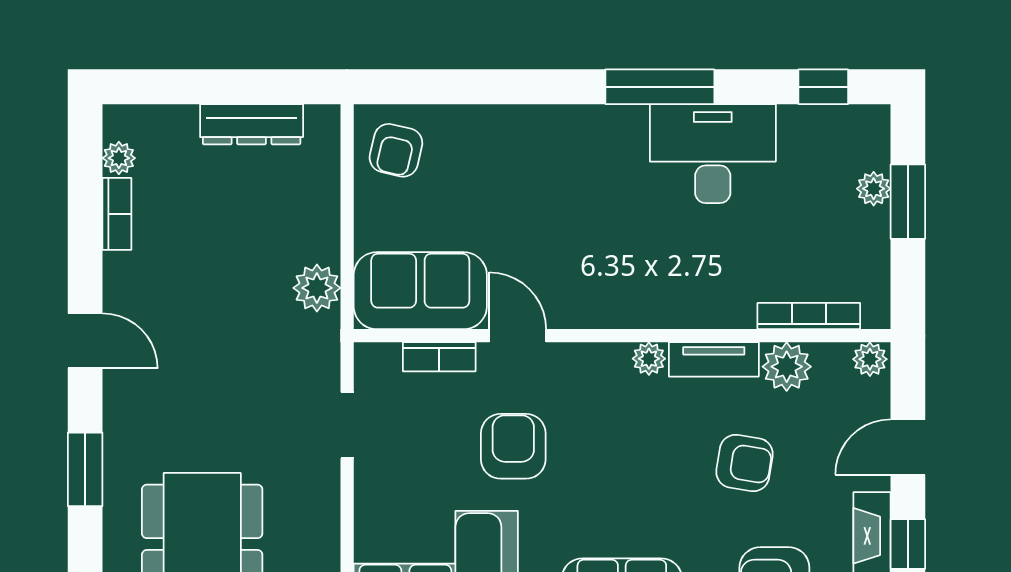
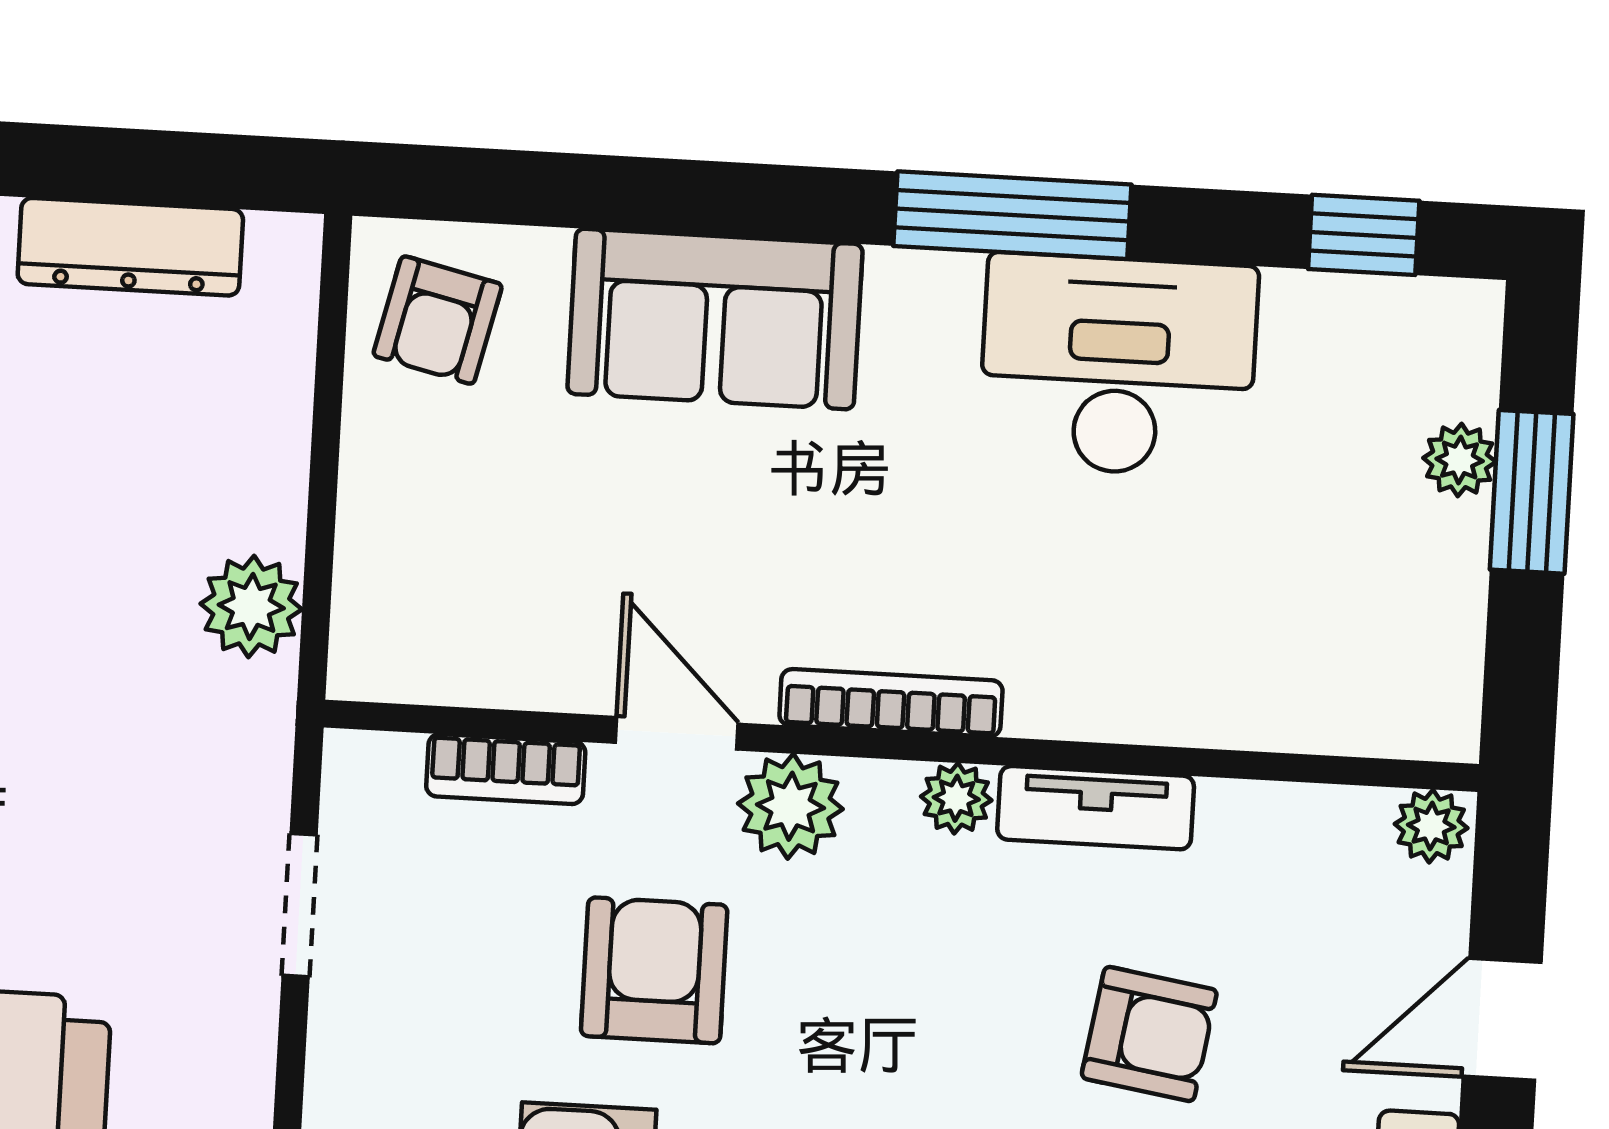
sofa: (420, 291) -> (715, 319), moved, turned 180
bookcase: (809, 316) -> (891, 703), moved
plant: (787, 367) -> (790, 806), moved

